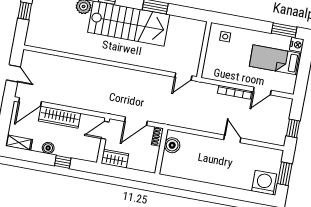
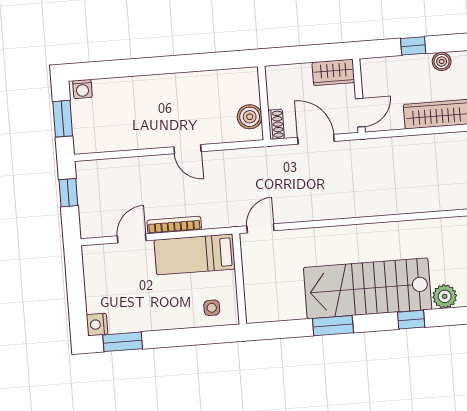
bed: (275, 60) -> (195, 254), moved, turned 180
door: (136, 121) -> (316, 139), hinge flipped
door: (232, 139) -> (187, 149), moved
washing machine: (264, 183) -> (82, 89), width x0.53, depth x0.53

